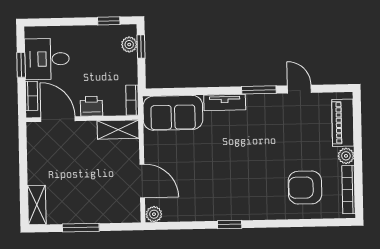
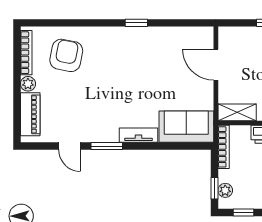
bookcase: (132, 100) -> (224, 147), width x1.56
armchair: (305, 188) -> (66, 55), turned -79
plant: (154, 214) -> (206, 34), removed

